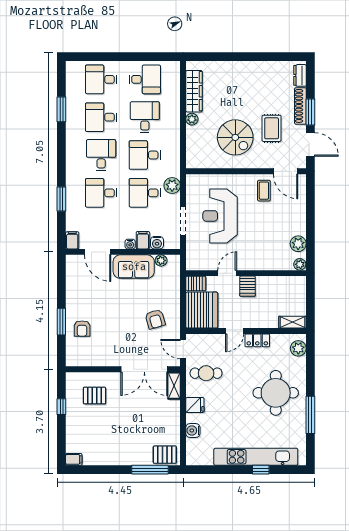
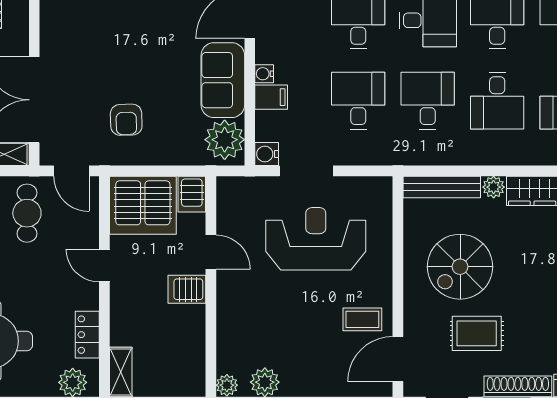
desk: (145, 117) -> (497, 101), turned 90
bench: (192, 147) -> (442, 187), added
plant: (172, 185) -> (372, 151), removed
water cooler: (157, 243) -> (267, 154), moved
plant: (161, 260) -> (225, 140), width x1.88, depth x1.88
armchair: (155, 319) -> (126, 120), turned -76
locker: (257, 340) -> (87, 335), moved
door: (183, 349) -> (71, 171), swing flipped

